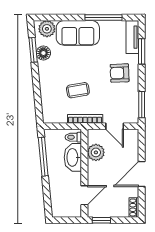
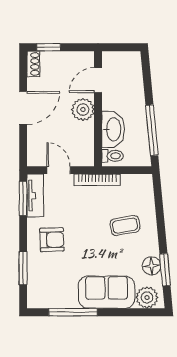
tv unit: (132, 37) -> (35, 195), moved
coffee table: (78, 90) -> (125, 225), moved
plant: (96, 152) -> (83, 110), moved
window: (101, 220) -> (49, 47), moved

